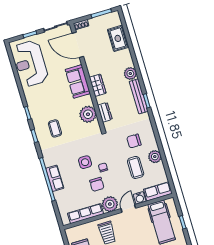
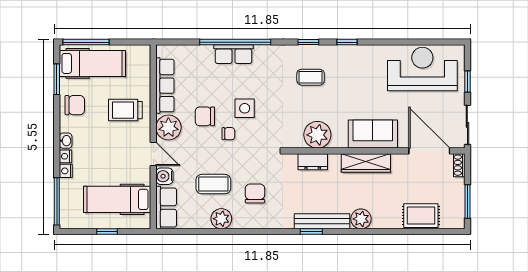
door: (78, 45) -> (429, 151), hinge flipped
wardrobe: (98, 85) -> (366, 163), width x1.50

